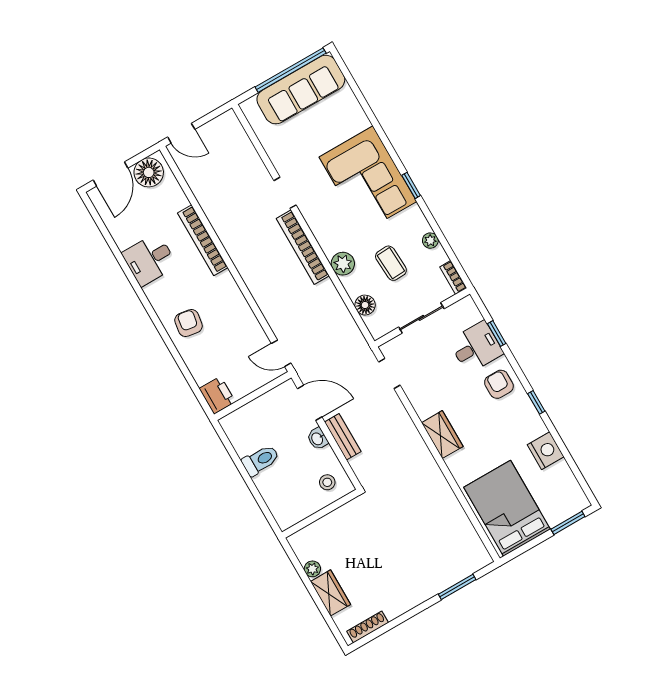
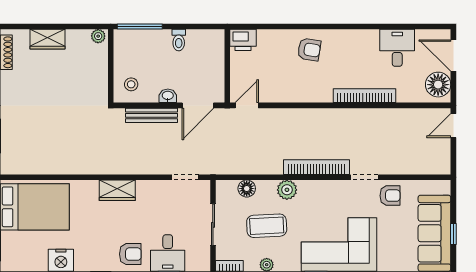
window: (291, 70) -> (453, 234), width x0.32
armchair: (289, 156) -> (390, 196), added
desk: (149, 259) -> (397, 48), moved
coffee table: (391, 263) -> (267, 226), width x1.36, depth x1.30
bench: (343, 437) -> (151, 115), width x1.36
toilet: (261, 460) -> (179, 40), width x0.73, depth x0.72
window: (264, 507) -> (140, 27), added
plant: (312, 569) -> (98, 36), moved

